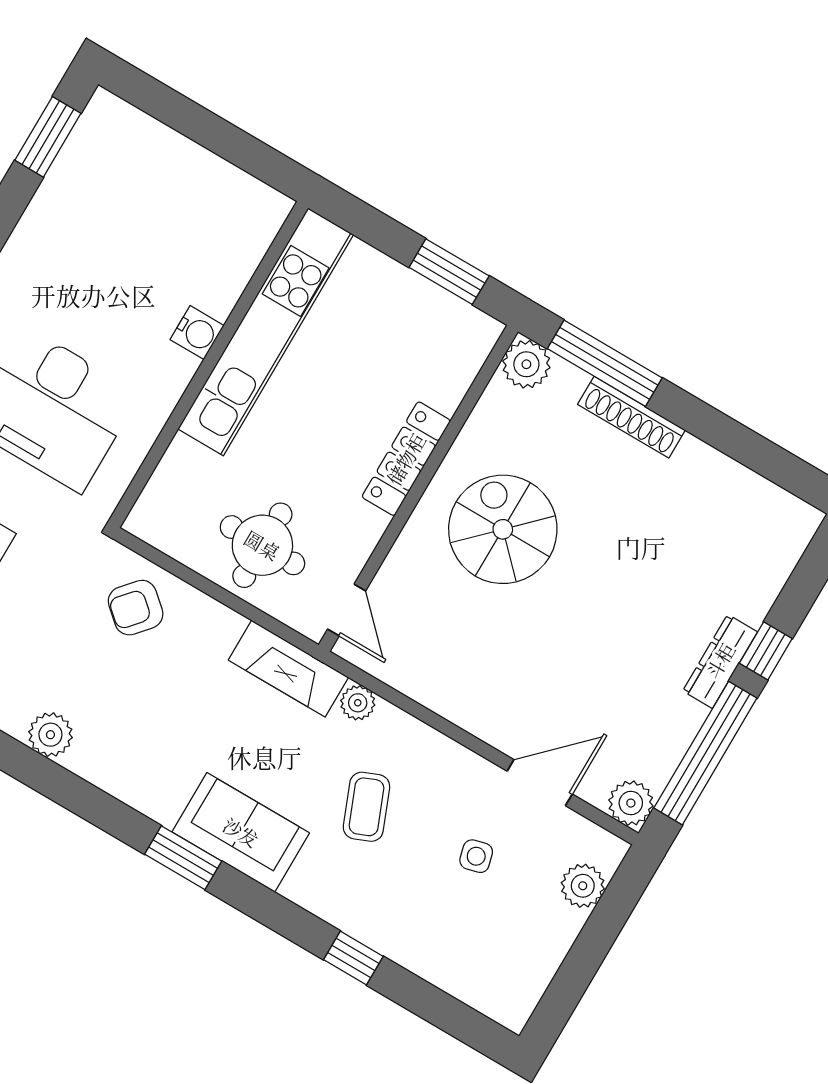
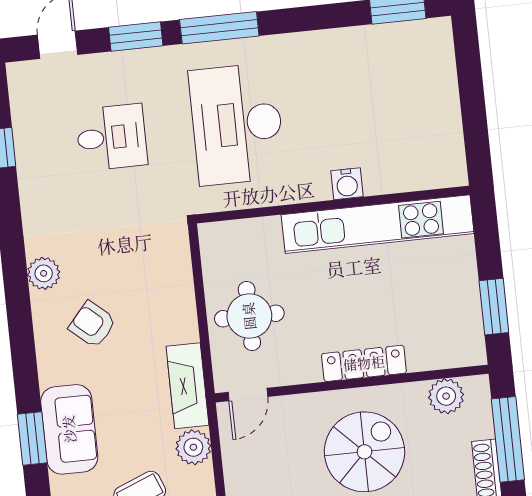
plant: (526, 364) -> (446, 396), moved
armchair: (136, 608) -> (92, 324), moved
plant: (358, 703) -> (193, 447), width x1.38, depth x1.38
window: (183, 858) -> (32, 439), moved

